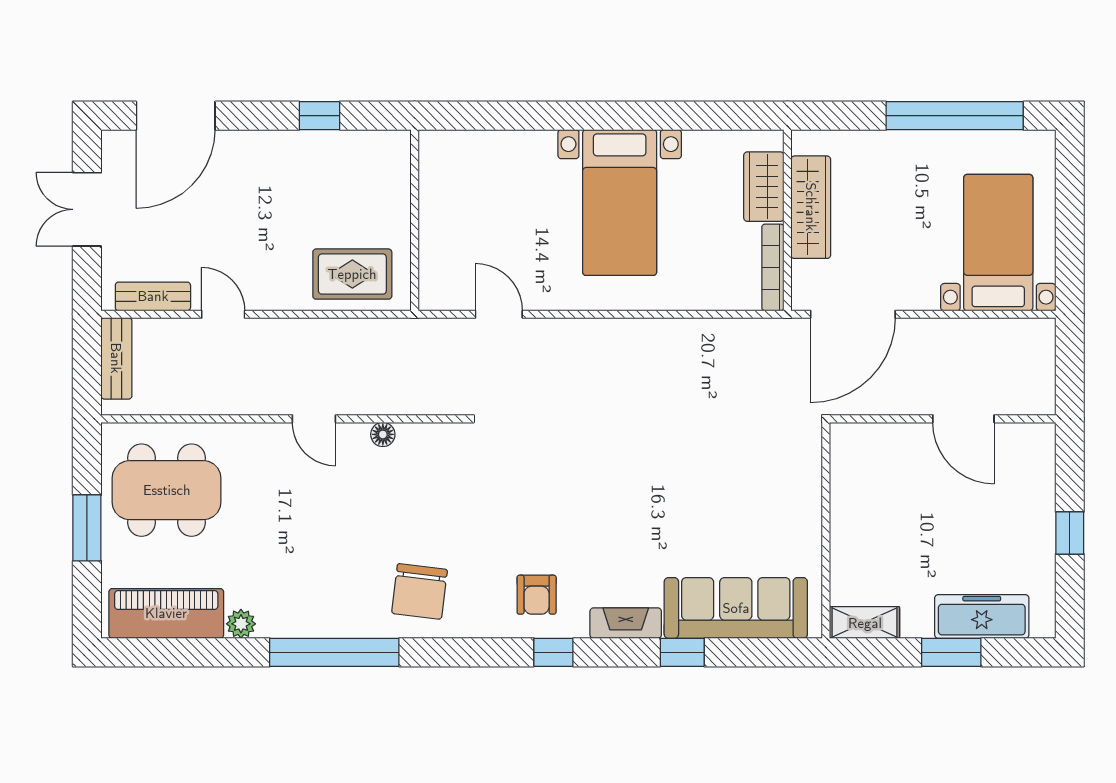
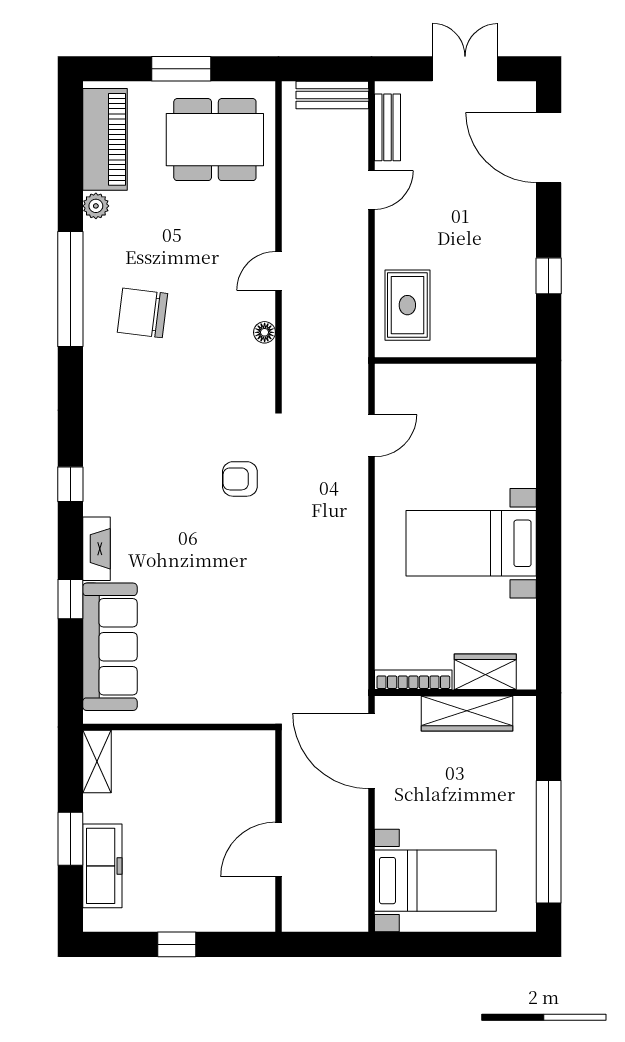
dining table: (167, 490) -> (215, 140), turned 90
chair: (419, 591) -> (142, 313), moved
armchair: (537, 595) -> (240, 479), moved

